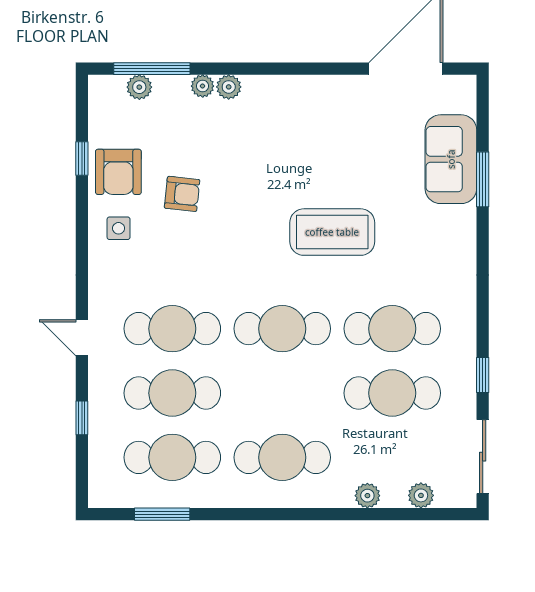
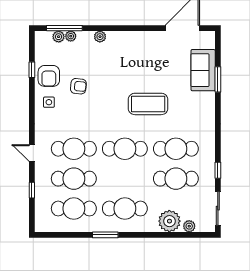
plant: (203, 86) -> (71, 36), moved
plant: (367, 496) -> (169, 221), width x1.88, depth x1.88
window: (162, 514) -> (105, 235), moved

